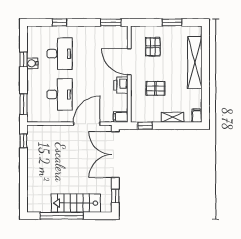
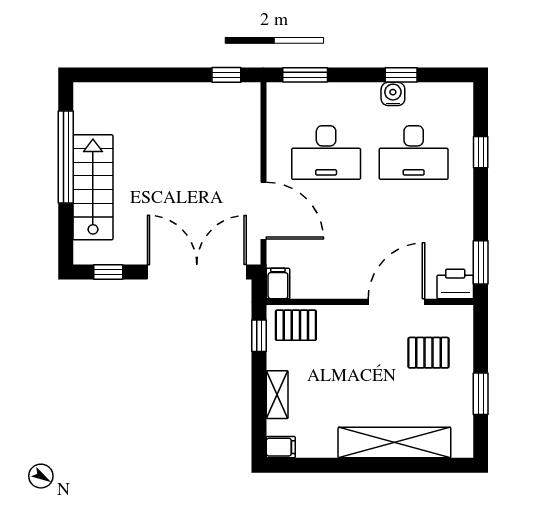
printer: (121, 85) -> (455, 284), moved
pallet: (155, 88) -> (296, 325), moved, turned 90

